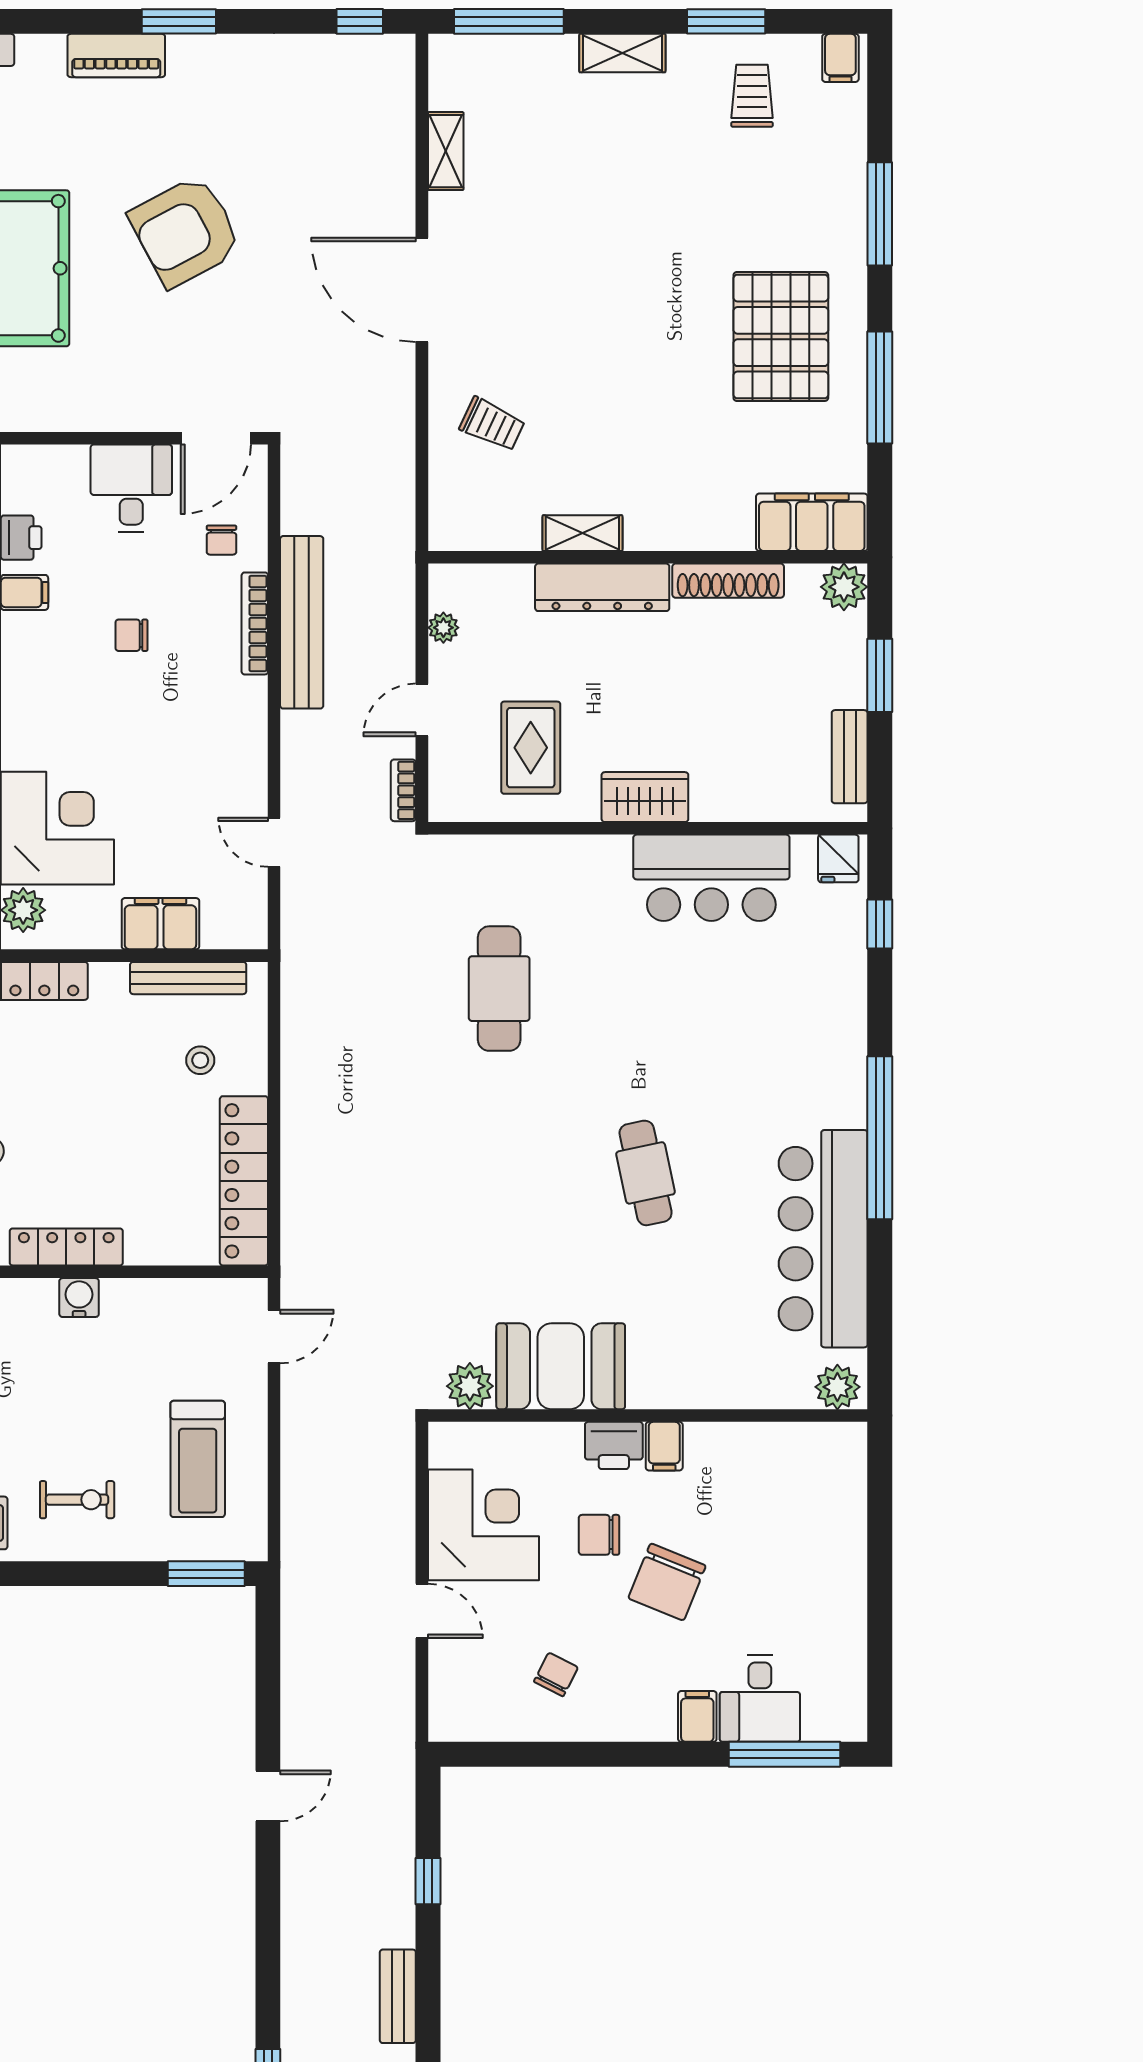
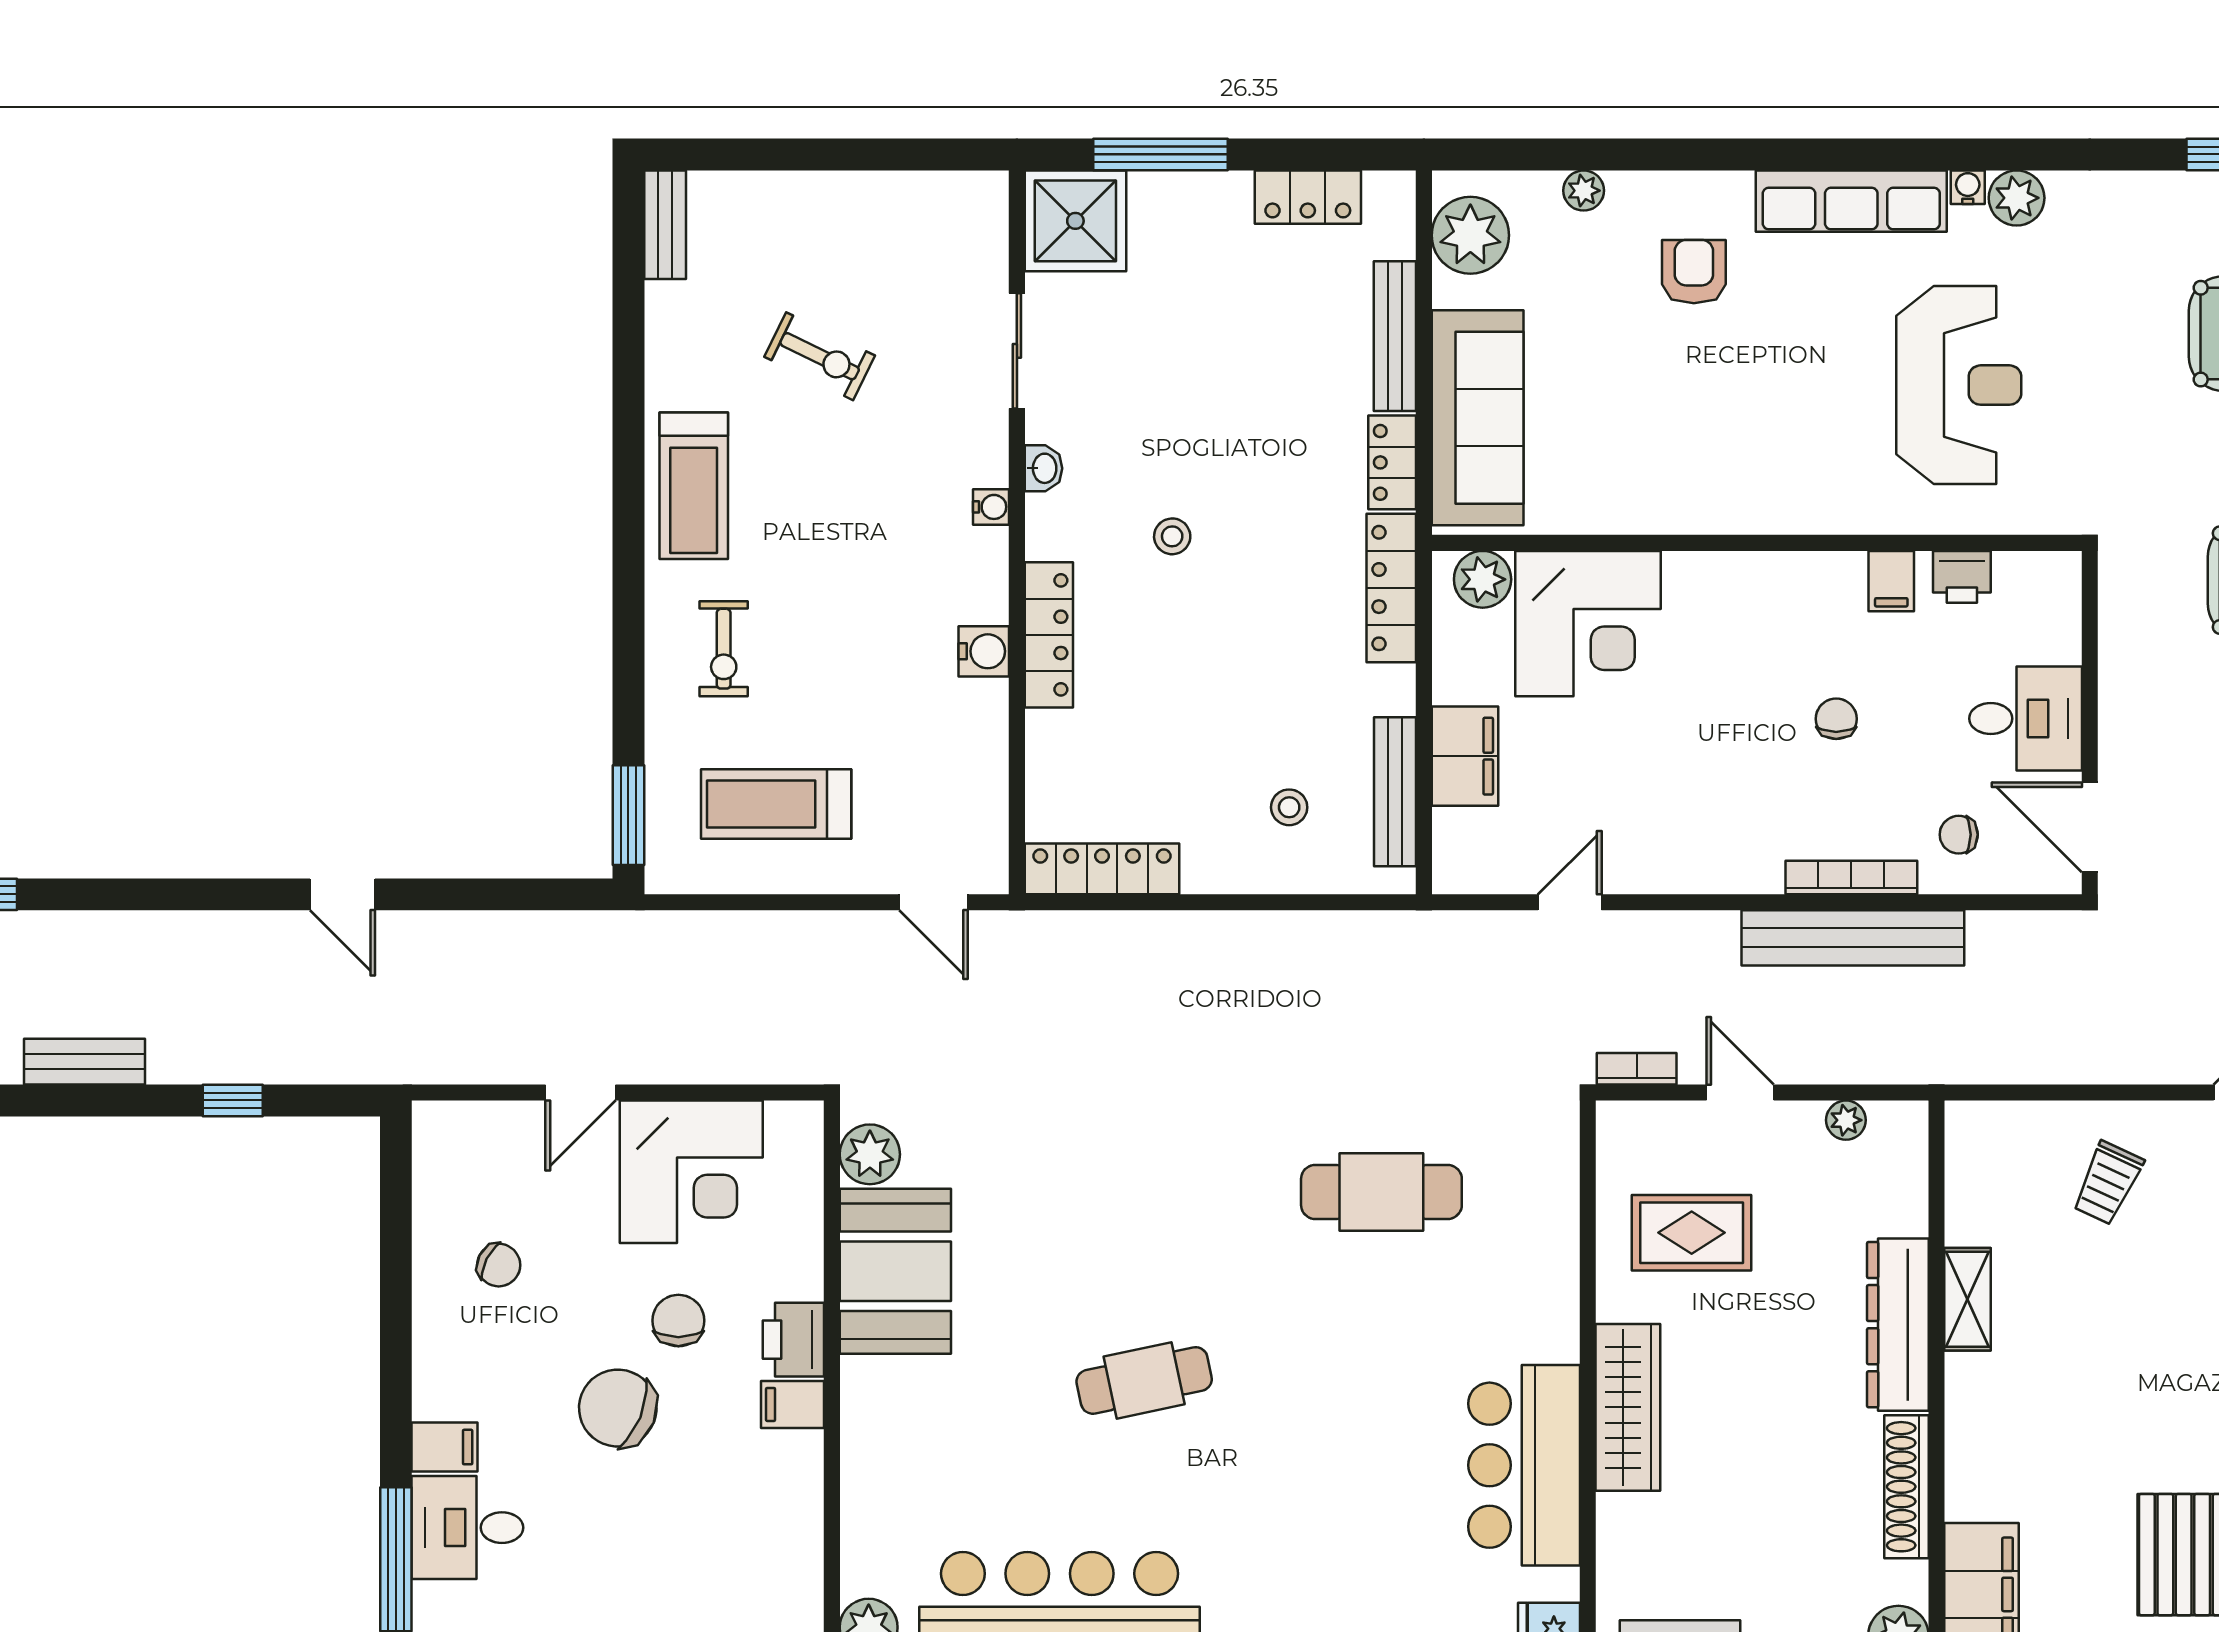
wardrobe: (645, 797) -> (1628, 1407), width x1.50
locker: (244, 1181) -> (1102, 869), width x0.71, depth x0.83

